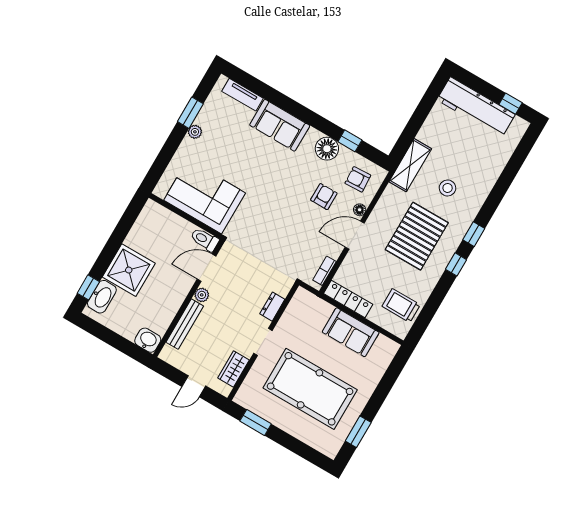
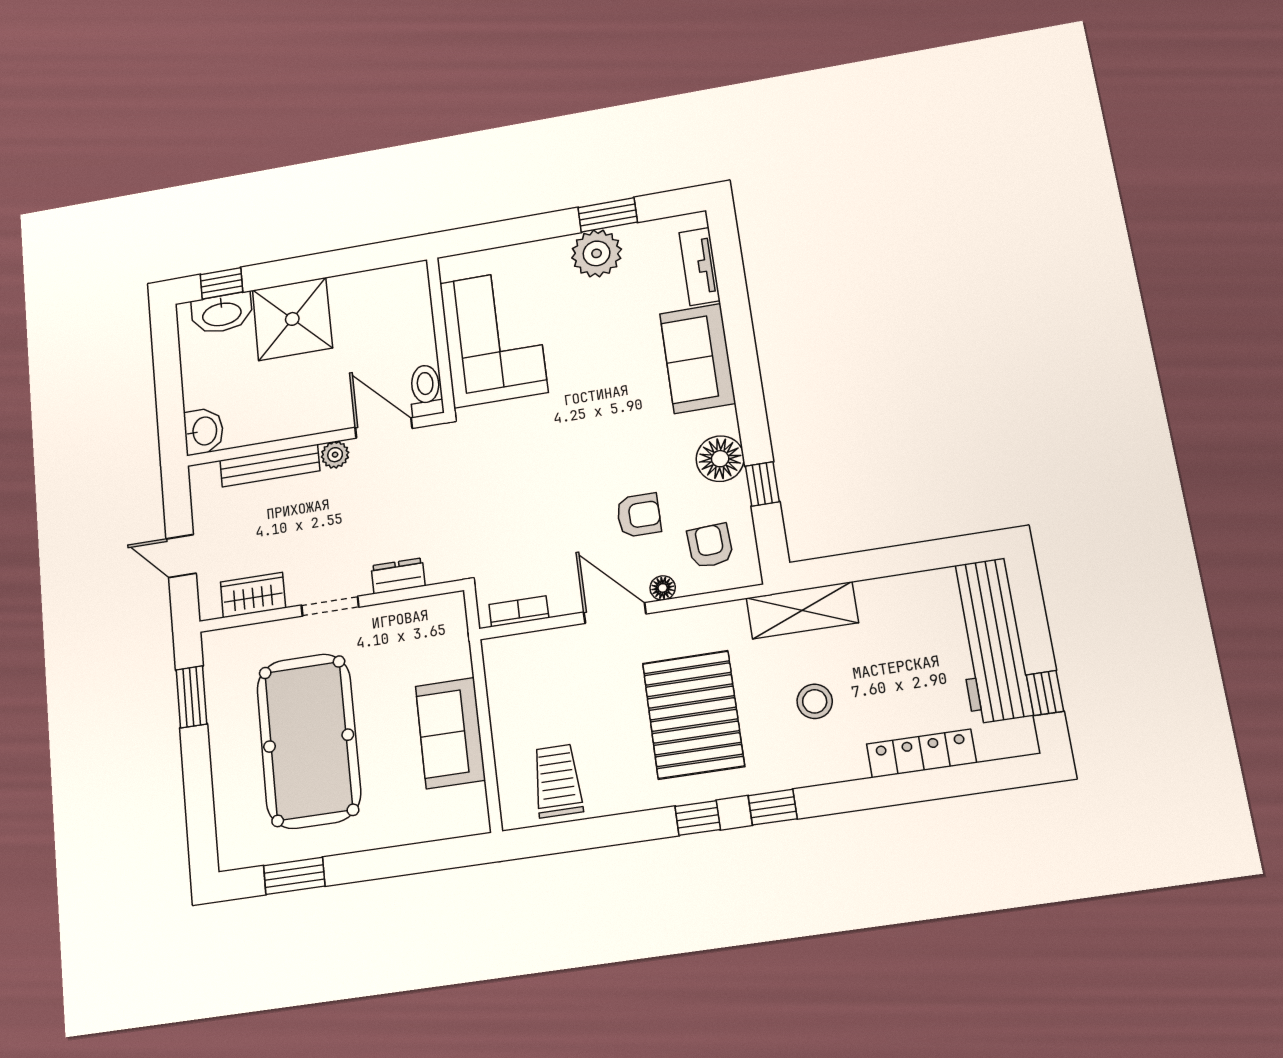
plant: (195, 132) -> (597, 253), width x1.88, depth x1.88
pallet: (417, 236) -> (693, 715), turned 90
locker: (348, 299) -> (921, 753), moved, turned -90

